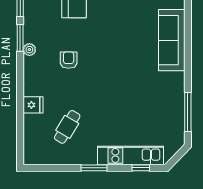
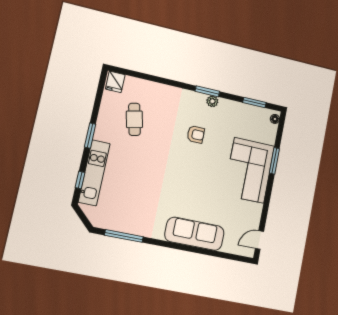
window: (20, 38) -> (207, 91), moved
fridge: (33, 105) -> (115, 82), moved
cafe table: (67, 127) -> (134, 119), turned 46

